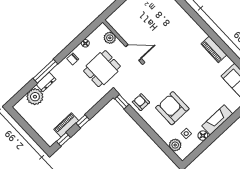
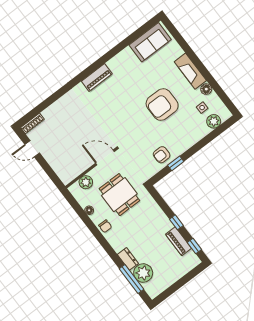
piano: (214, 49) -> (97, 77), moved
door: (133, 53) -> (105, 157), hinge flipped
window: (45, 71) -> (131, 279), moved
window: (122, 102) -> (176, 163), moved
armchair: (172, 108) -> (162, 105), moved

